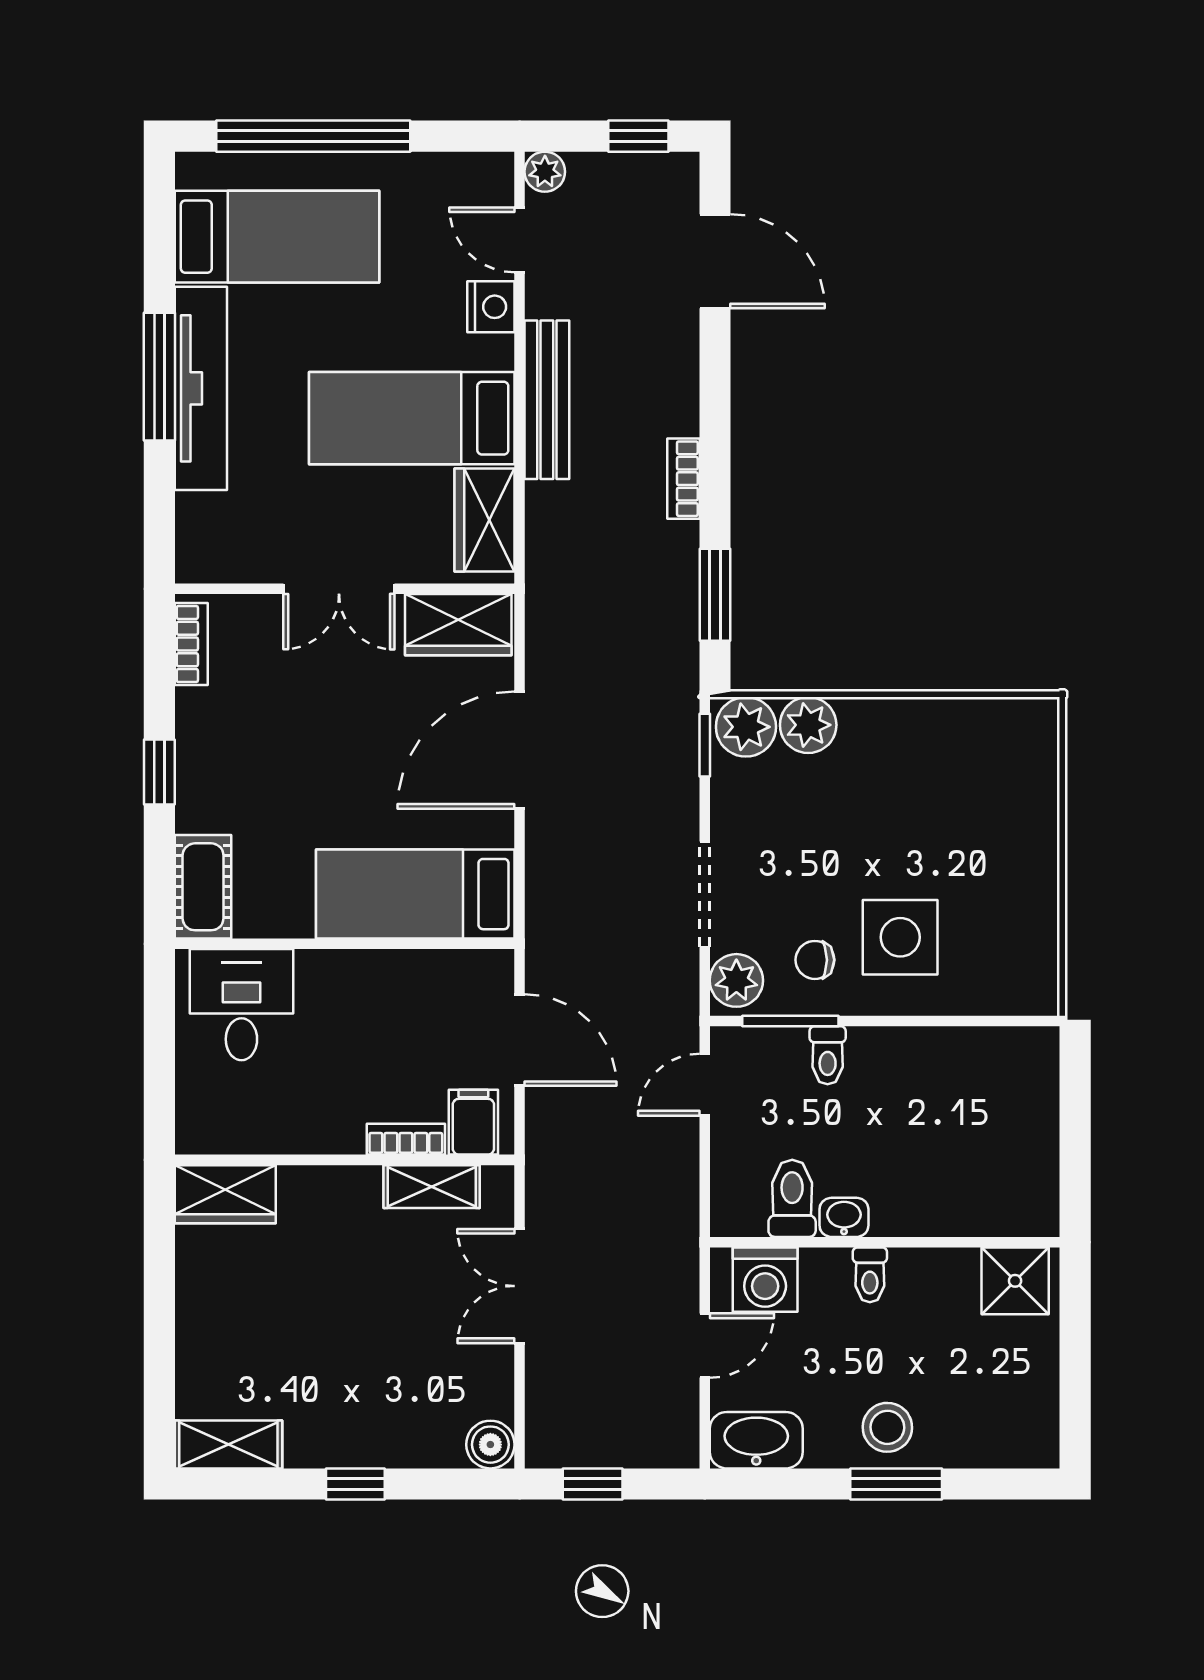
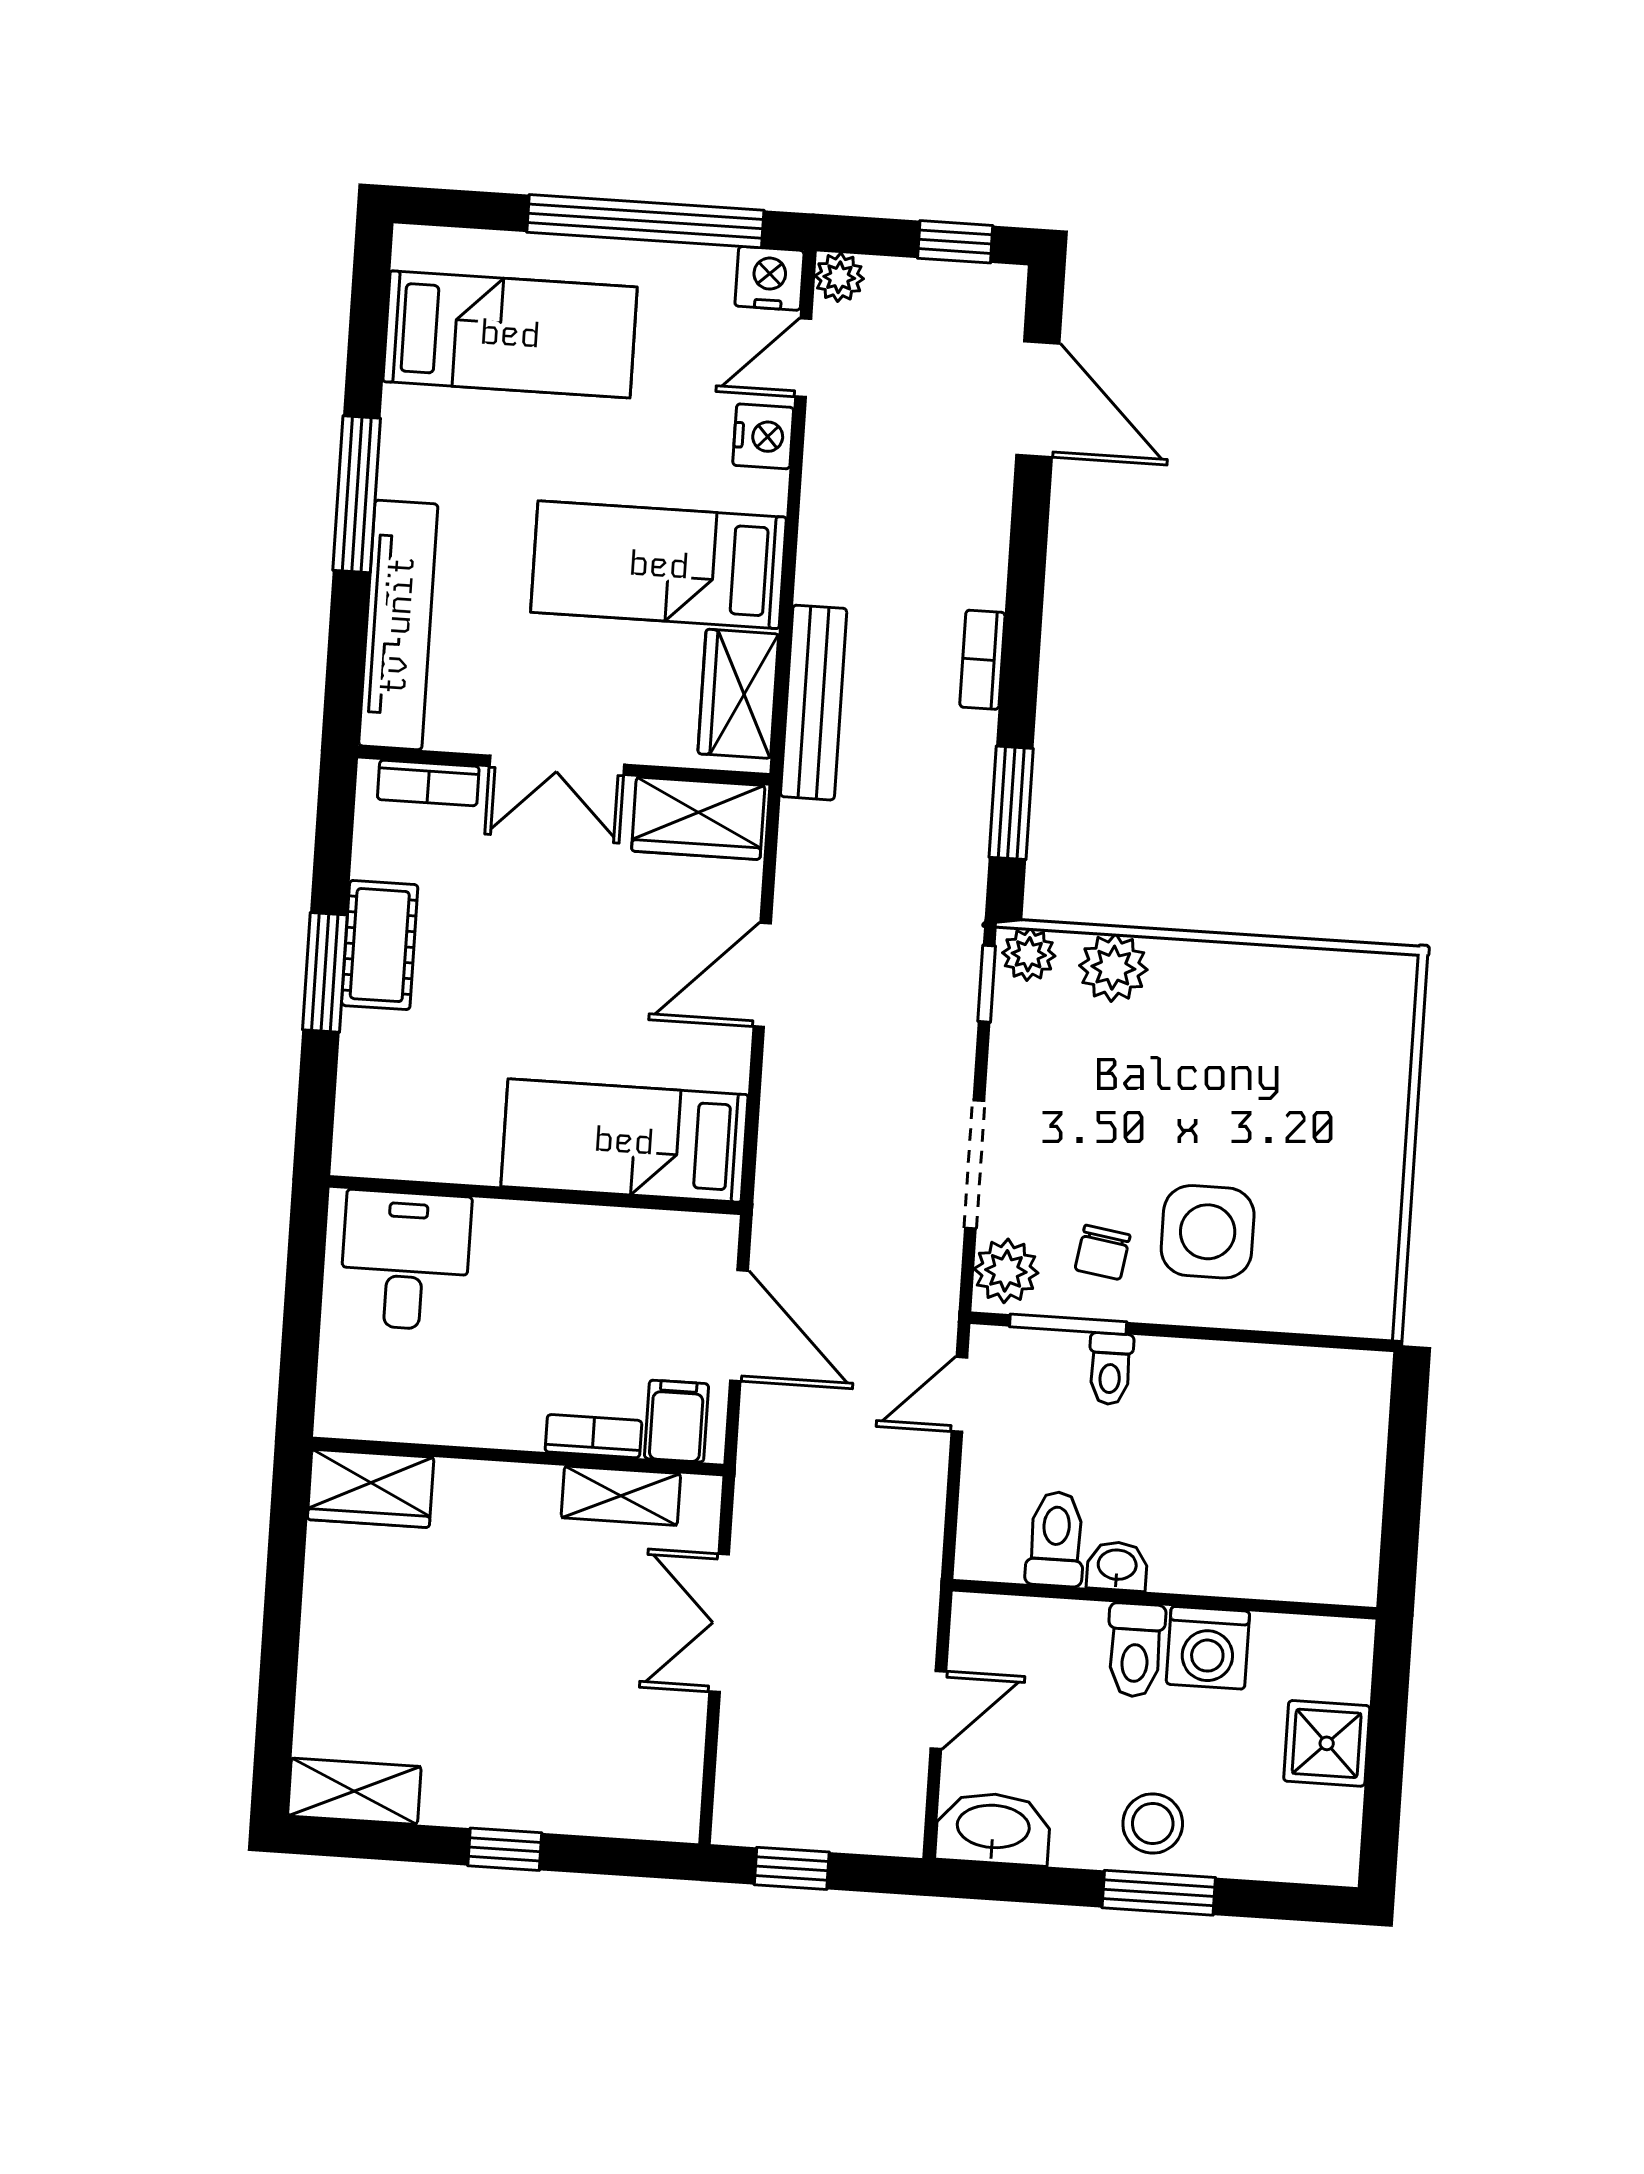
window: (313, 136) -> (645, 221), moved
nightstand: (487, 176) -> (769, 278), added
door: (520, 240) -> (803, 358), hinge flipped
tv unit: (201, 388) -> (398, 625), moved
bench: (547, 400) -> (814, 703), moved
bookcase: (191, 644) -> (428, 783), moved, turned 90
plant: (746, 727) -> (1029, 954), width x0.73, depth x0.73
door: (520, 750) -> (762, 975), width x0.73
window: (159, 772) -> (325, 972), width x1.50
cot: (203, 887) -> (380, 945), moved
chair: (815, 960) -> (1103, 1252), turned -81
toilet: (870, 1275) -> (1135, 1650), width x1.37, depth x1.39
washing machine: (765, 1280) -> (1208, 1648), moved
shower: (1015, 1281) -> (1327, 1743), moved
boiler: (490, 1445) -> (671, 1812), removed

